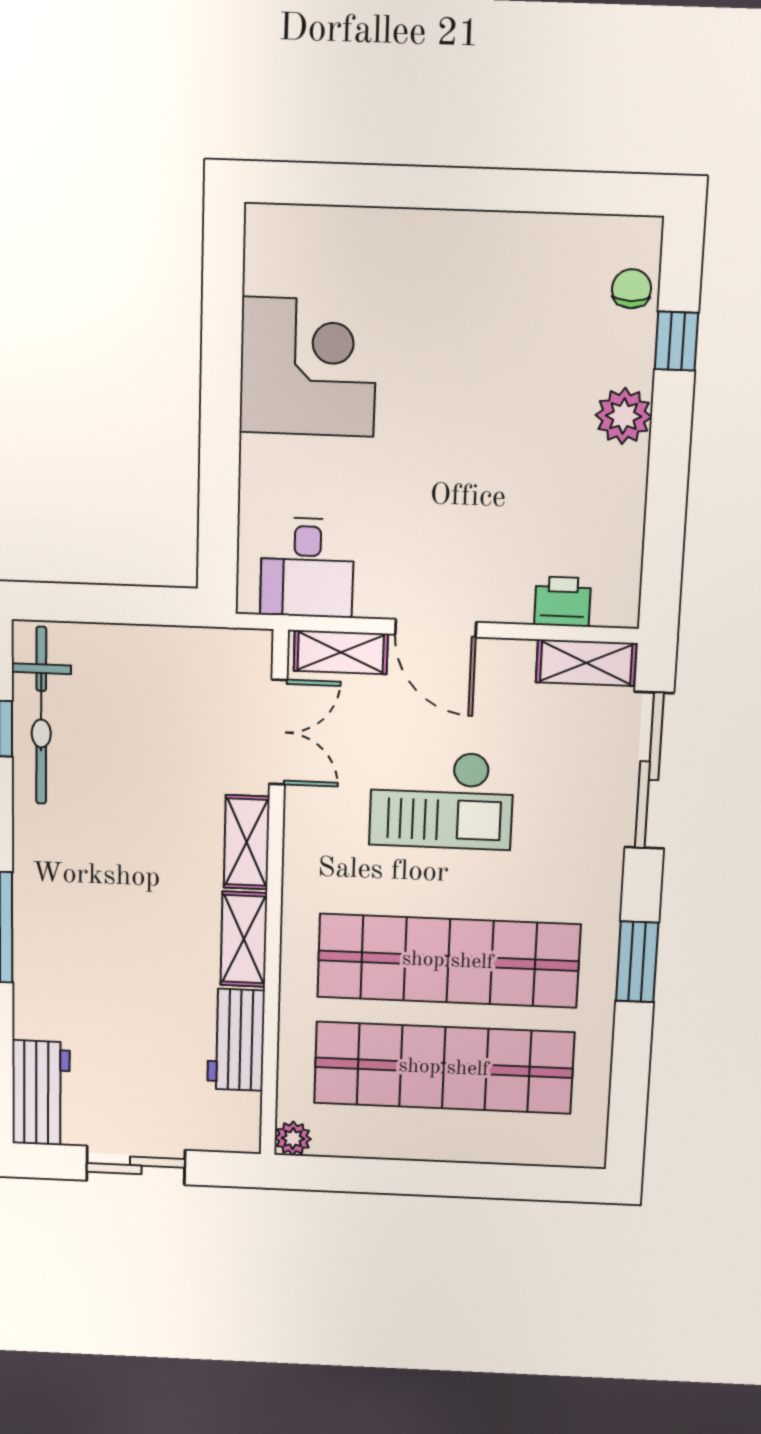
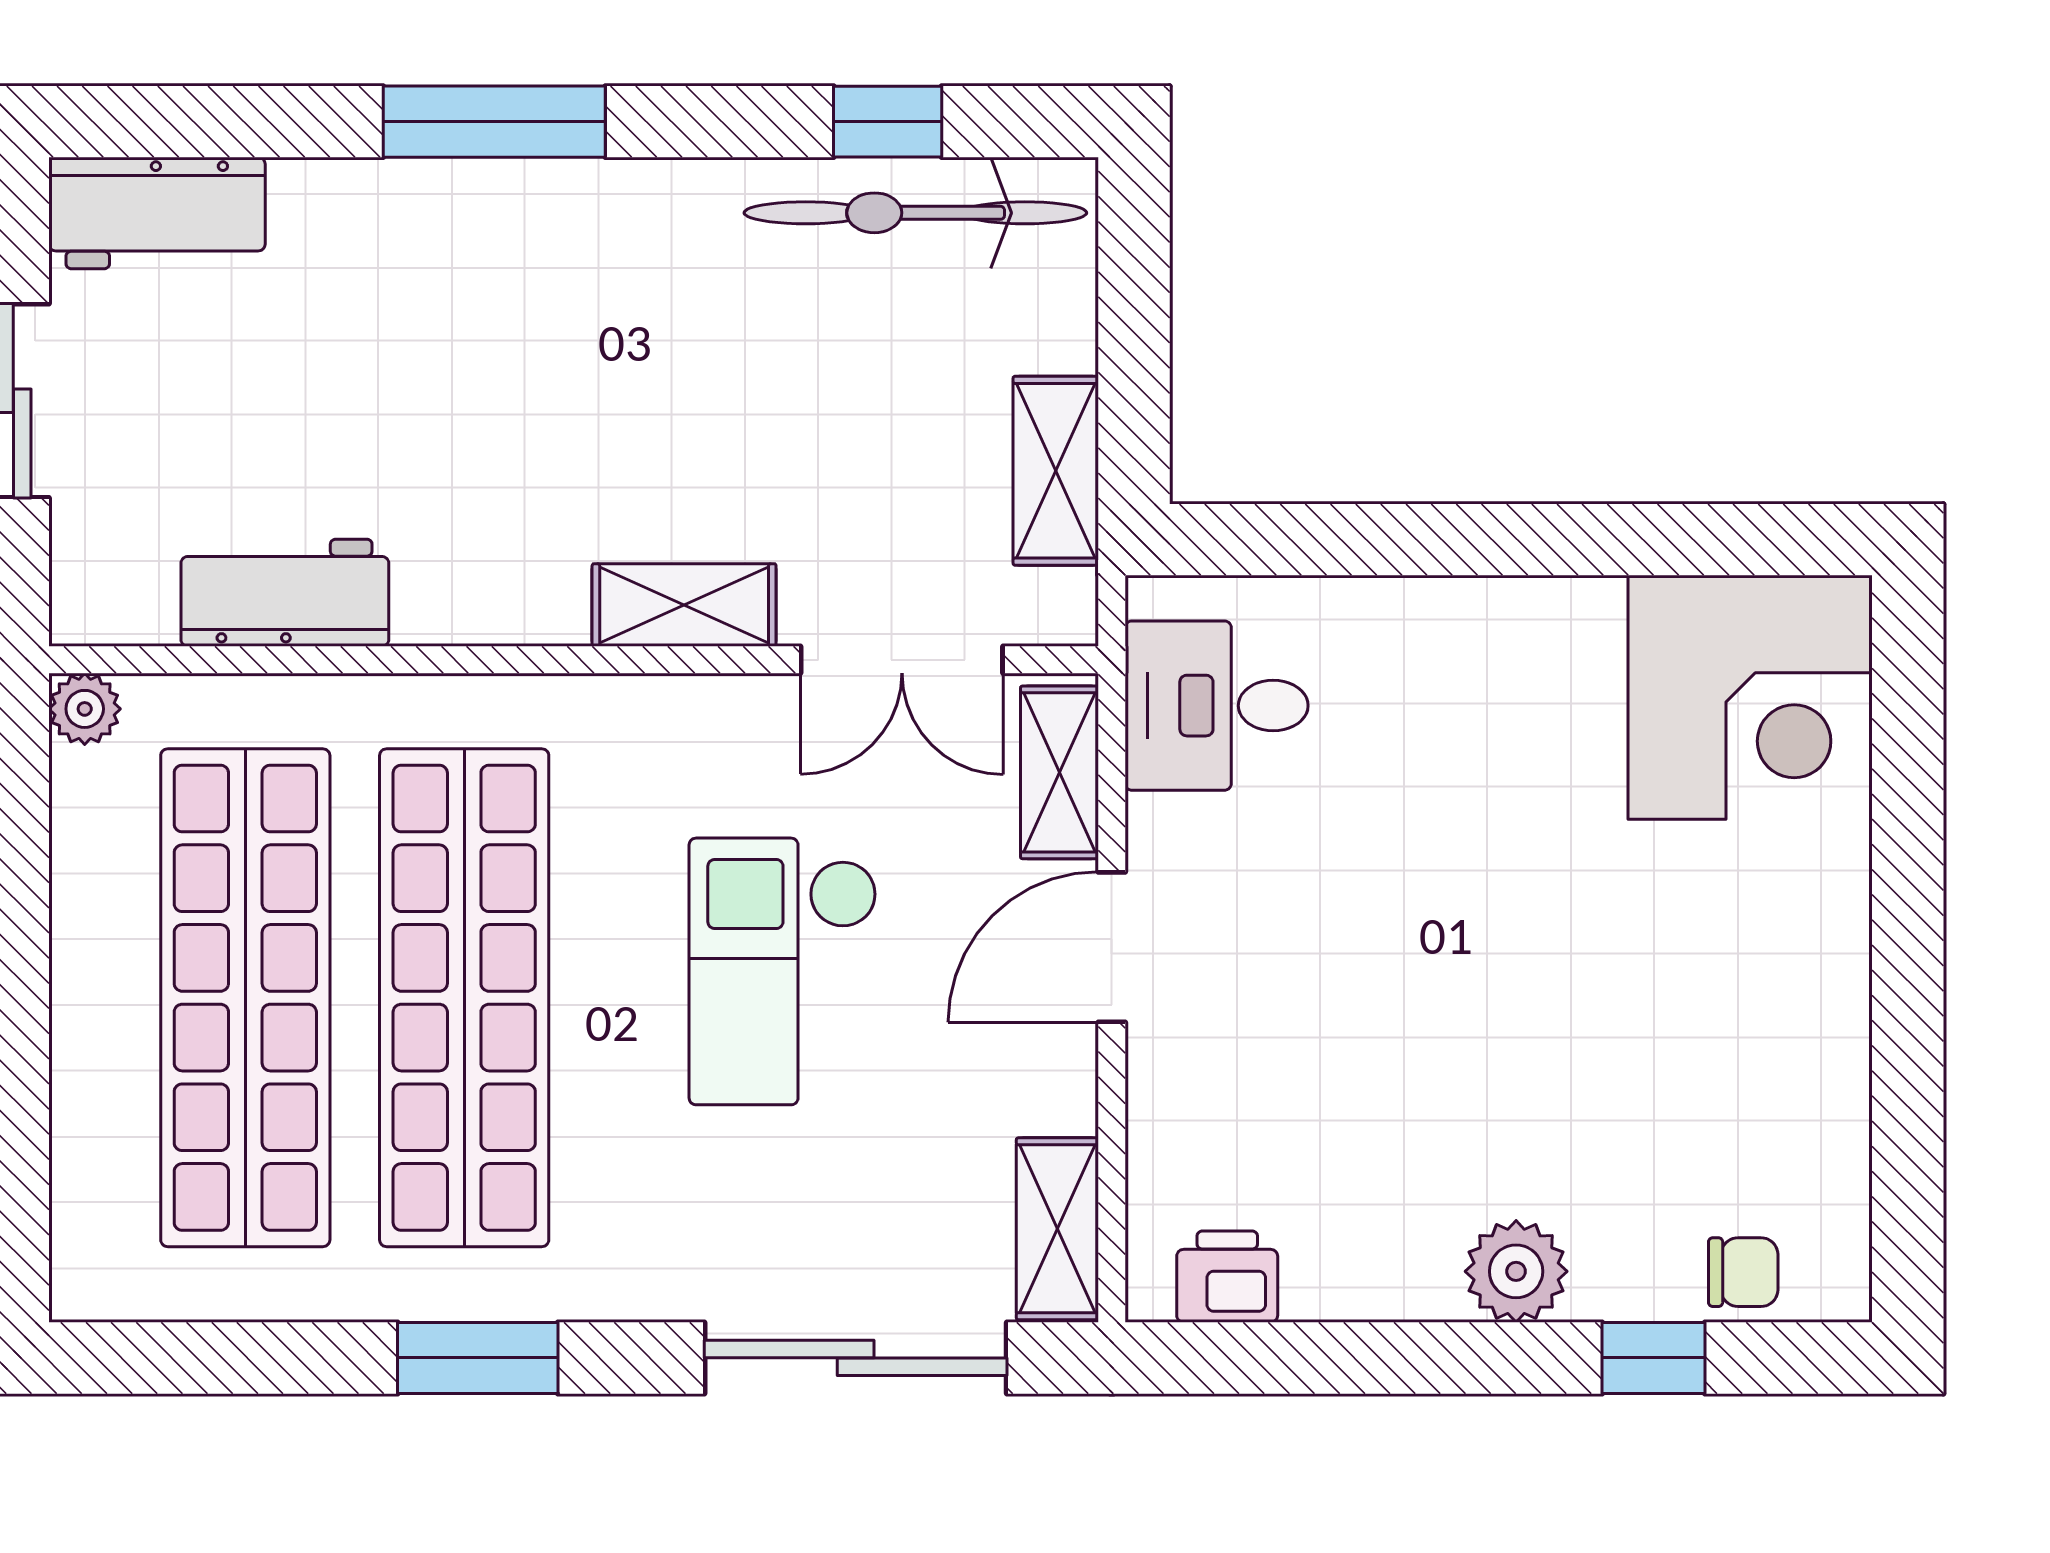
corner desk: (308, 367) -> (1750, 697), moved
printer: (563, 602) -> (1227, 1277), moved, turned -90
shelving: (244, 939) -> (1056, 471), moved, turned 90

